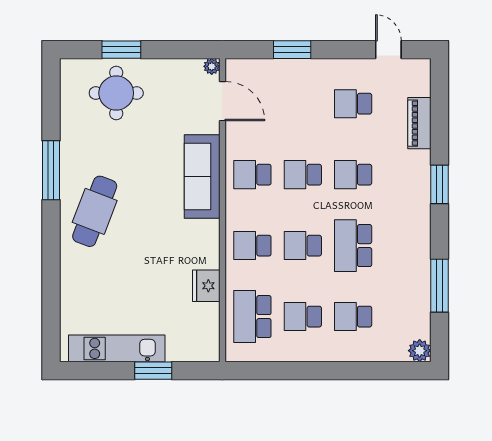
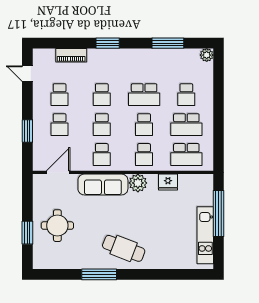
door: (388, 50) -> (27, 74), hinge flipped
plant: (212, 66) -> (138, 183), moved, width x1.87, depth x1.87
round table: (116, 93) -> (57, 226), moved
school desk: (303, 104) -> (60, 125), added
school desk: (303, 317) -> (186, 125), width x1.85
window: (153, 371) -> (219, 214), width x2.11

